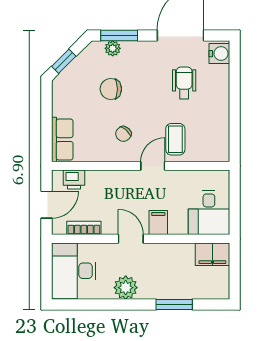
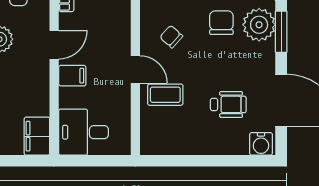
plant: (113, 48) -> (259, 25), width x1.88, depth x1.88

